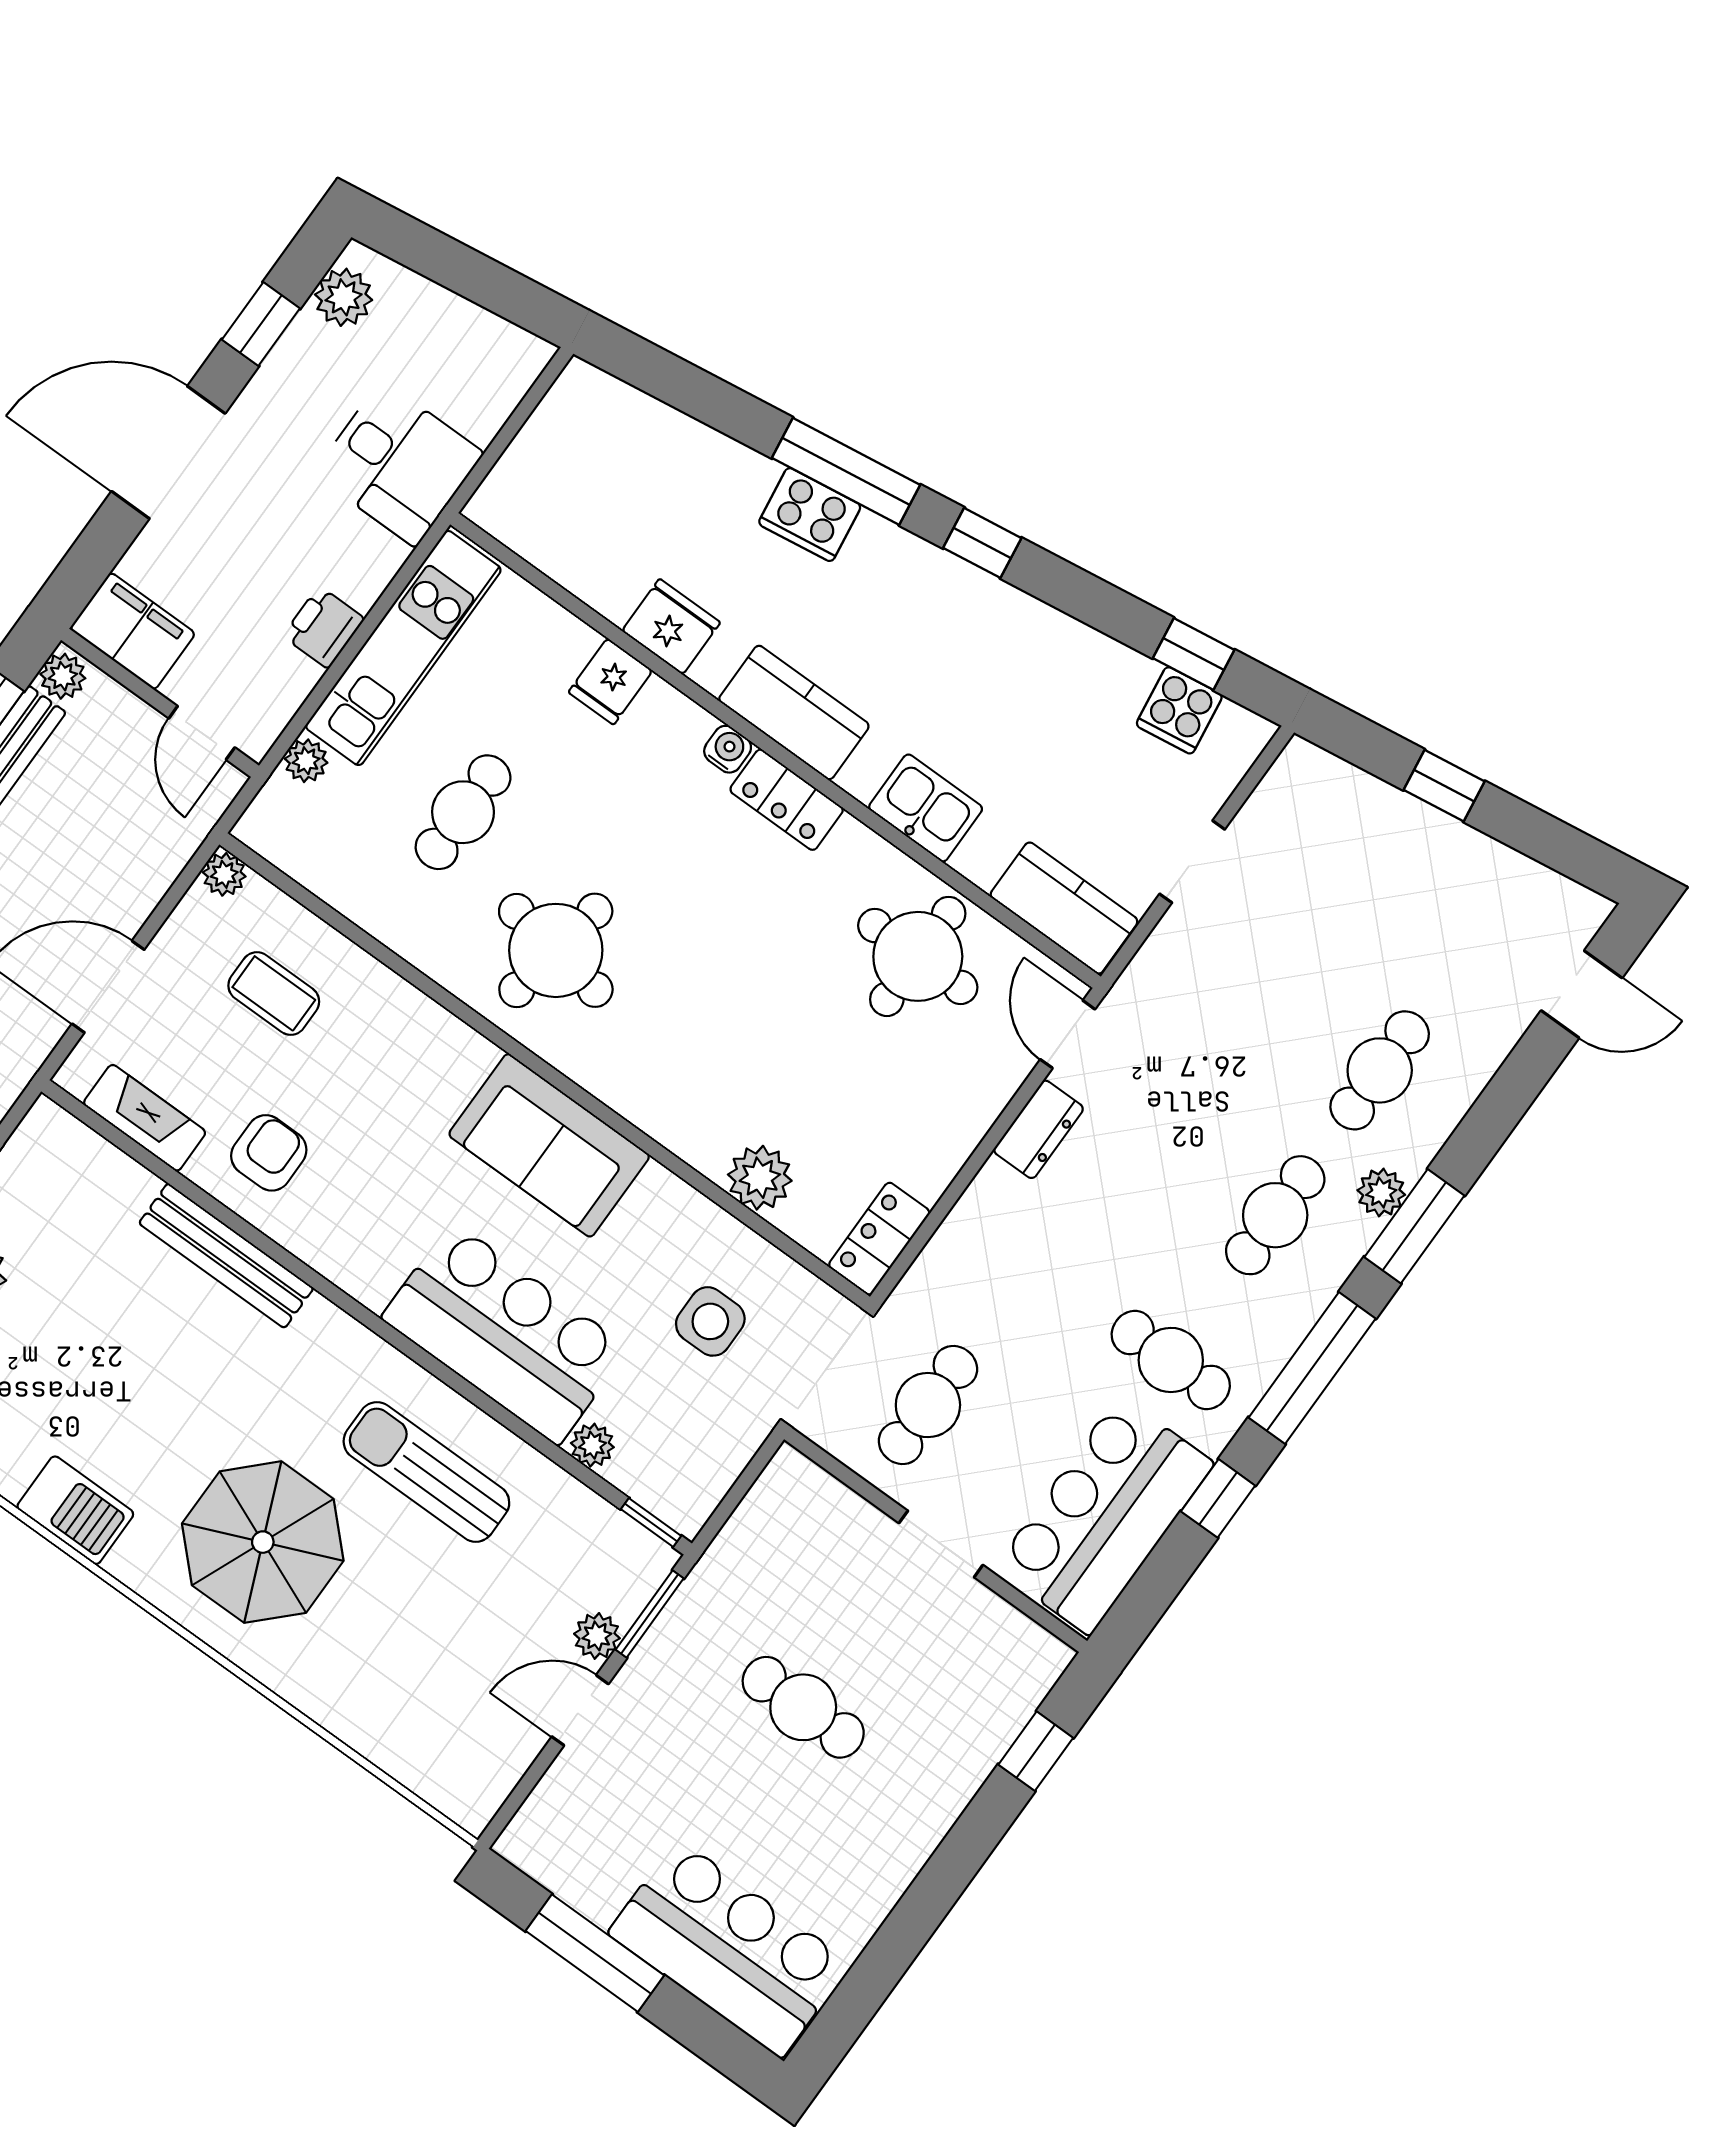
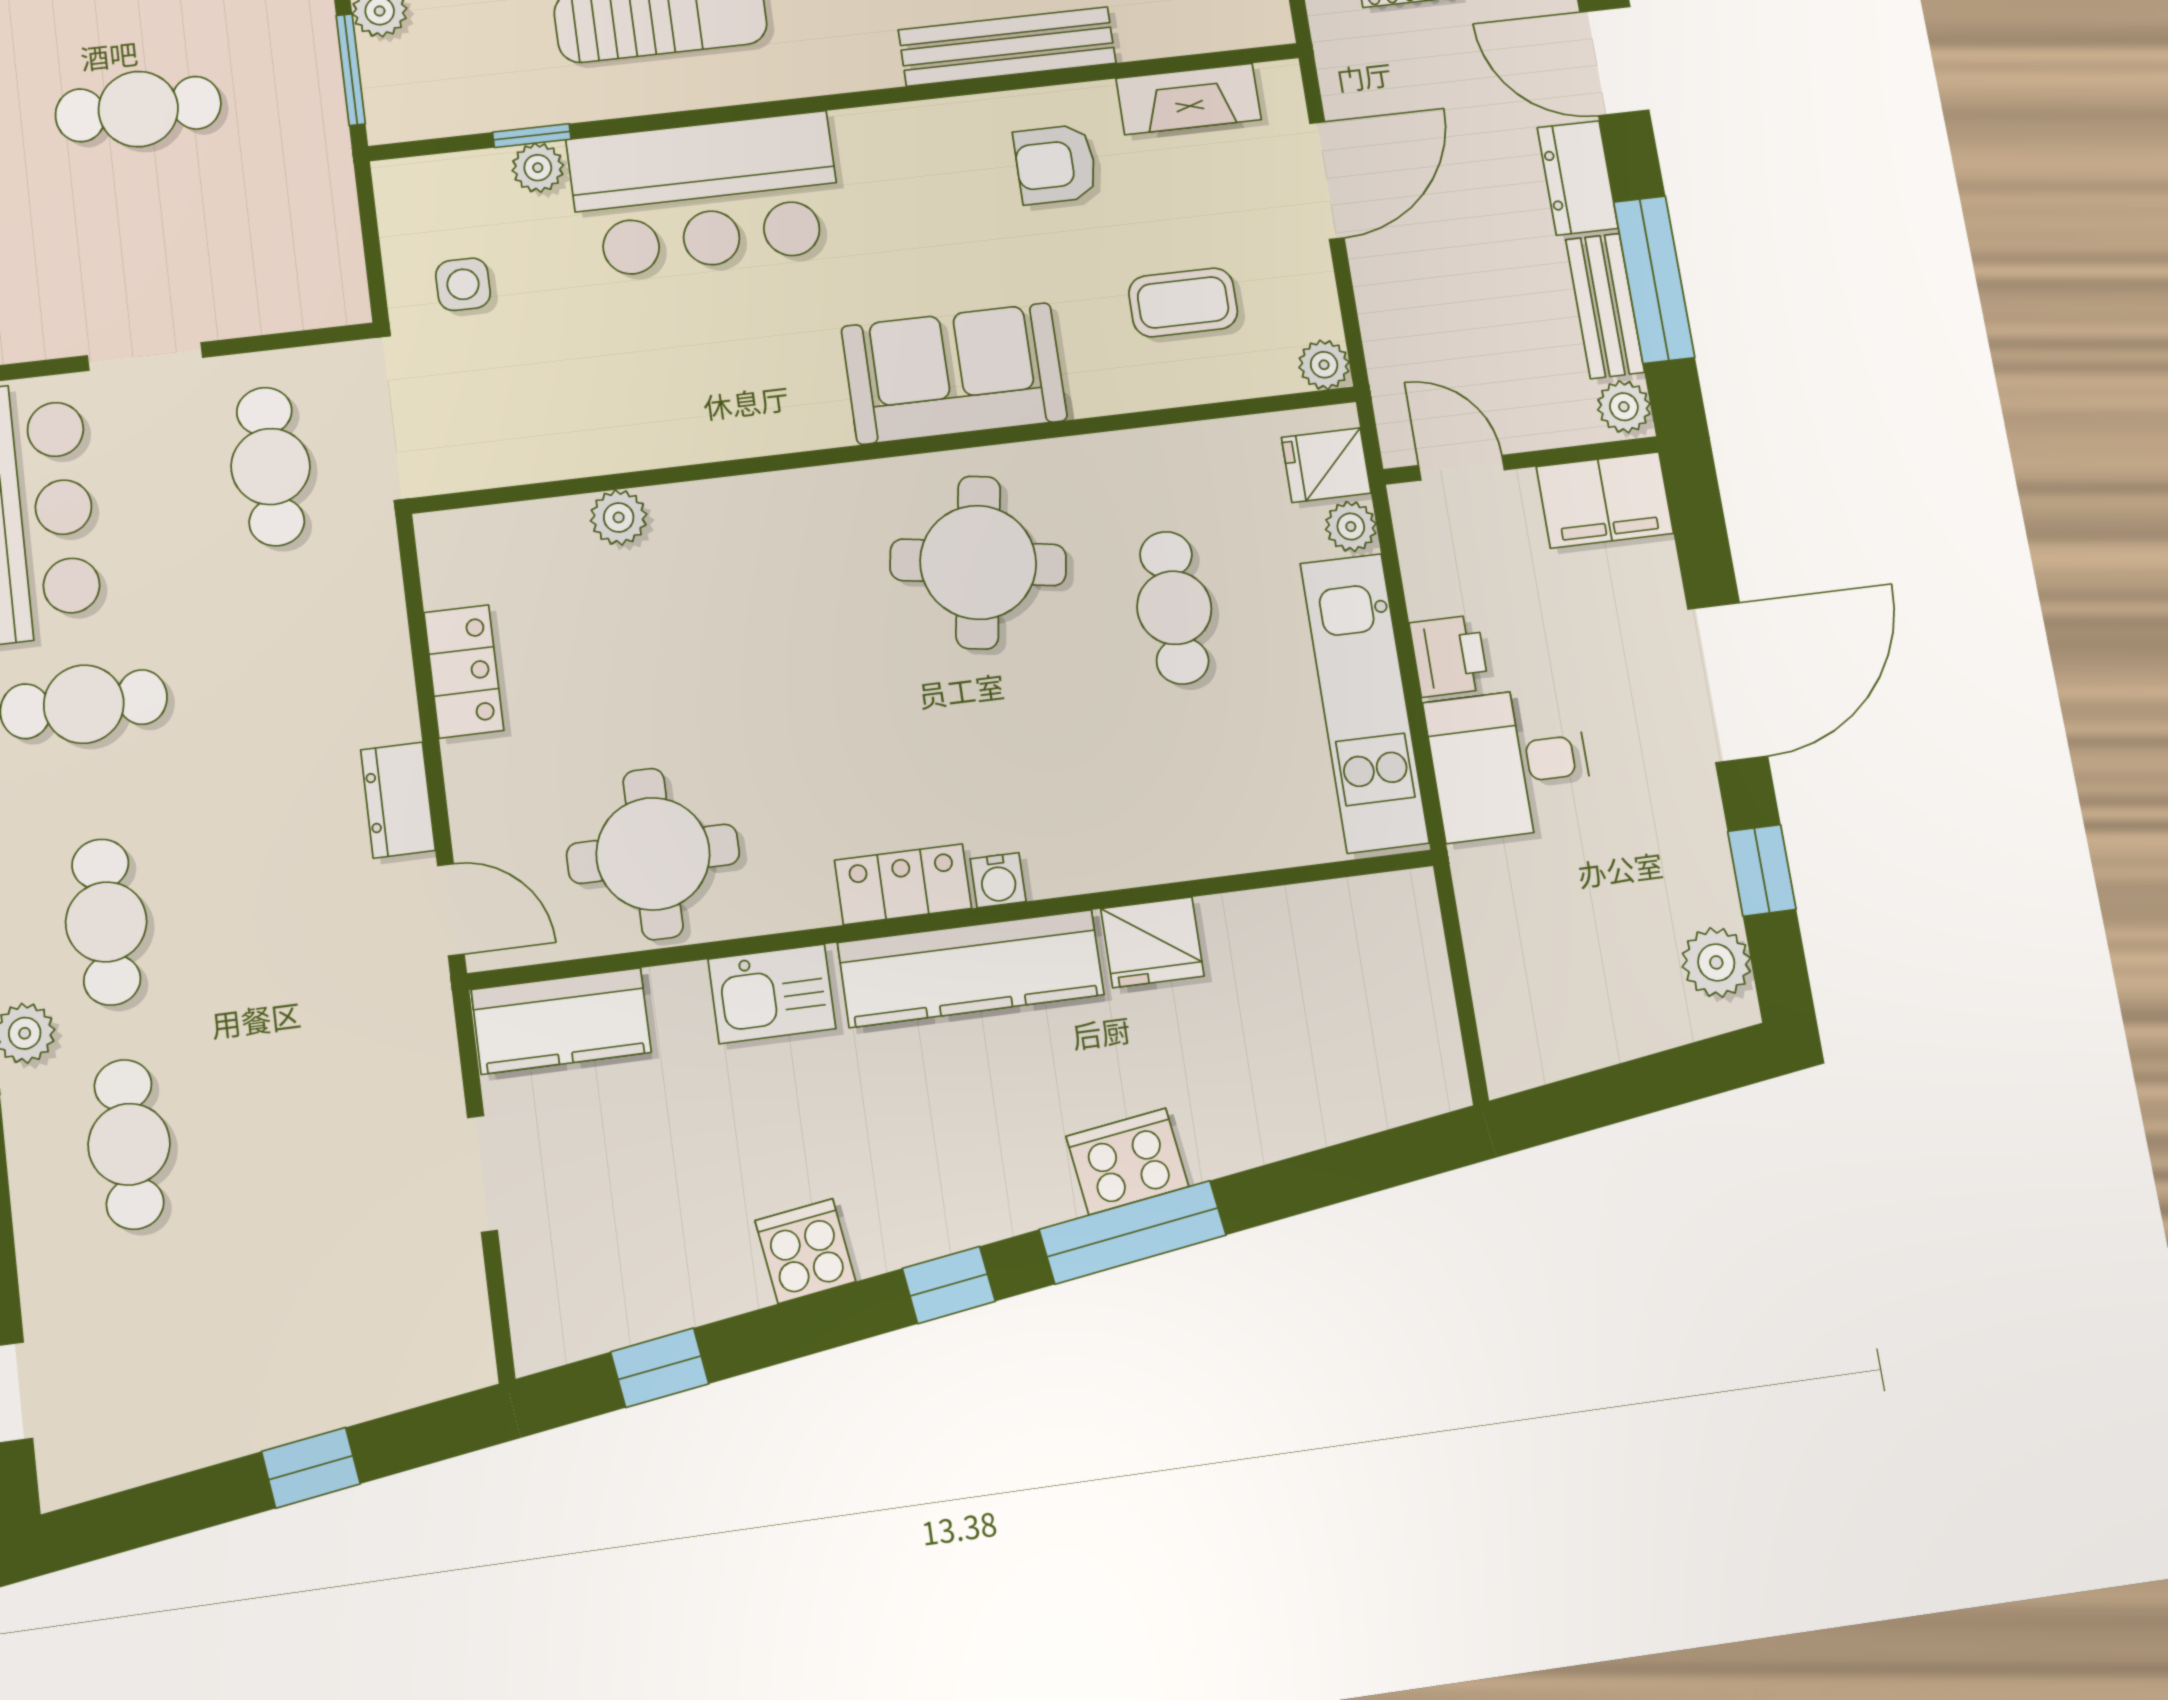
desk: (399, 463) -> (1510, 764), moved
fridge: (610, 681) -> (1326, 465), moved, turned -90
cooker: (1179, 710) -> (805, 1251), moved
kitchen counter: (794, 713) -> (971, 969), width x1.50
sofa: (549, 1145) -> (954, 373), moved
armchair: (269, 1153) -> (1056, 164), turned 90
plant: (760, 1178) -> (619, 517), width x0.73, depth x0.73
locker: (879, 1239) -> (464, 671), moved
side table: (710, 1321) -> (463, 284), moved, width x0.73, depth x0.73
window: (651, 1523) -> (532, 136), moved

